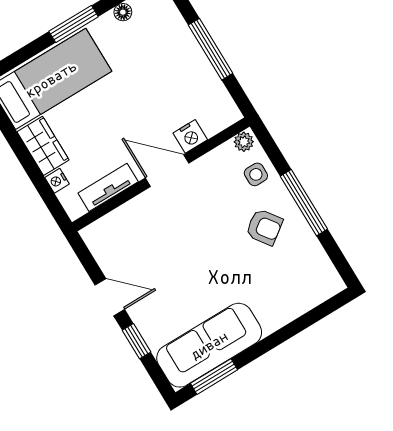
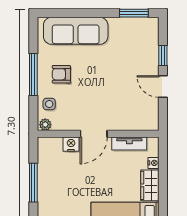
door: (167, 171) -> (94, 134), hinge flipped
armchair: (264, 227) -> (61, 74), turned -54
sofa: (209, 345) -> (76, 31), moved

